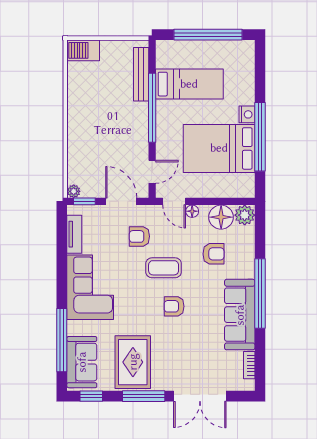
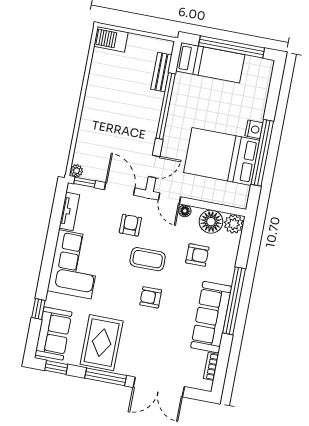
bench: (141, 74) -> (161, 72), width x0.73
bed: (189, 84) -> (210, 63), moved
armchair: (139, 236) -> (130, 225), turned 90
window: (62, 340) -> (38, 309), width x0.32

